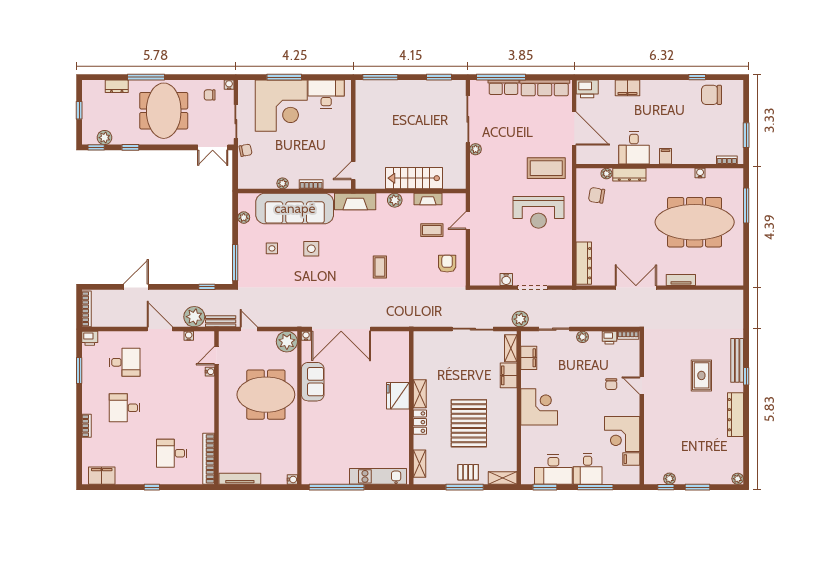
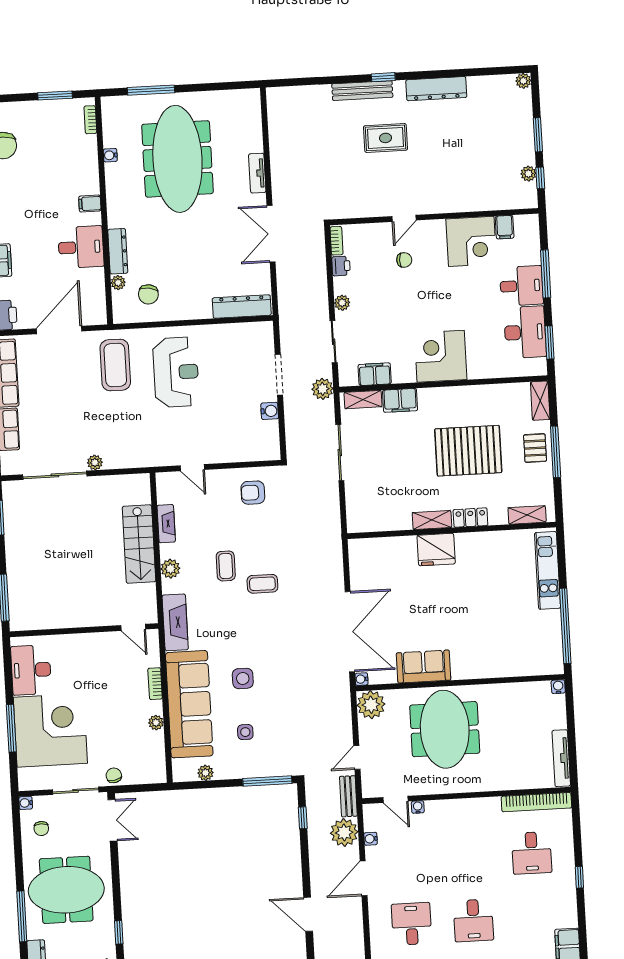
coffee table: (432, 230) -> (226, 566), moved

